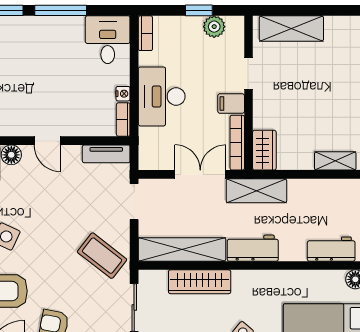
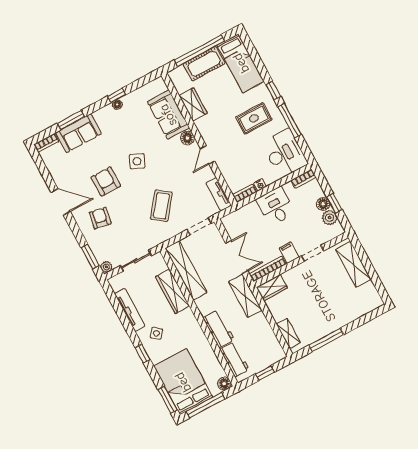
floor lamp: (192, 25) -> (323, 204), added
desk: (108, 40) -> (285, 153), width x1.37
rug: (33, 55) -> (254, 118), added
desk: (162, 96) -> (276, 206), width x0.73
workbench: (253, 248) -> (219, 329), moved
coffee table: (102, 256) -> (161, 206), moved

